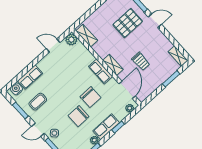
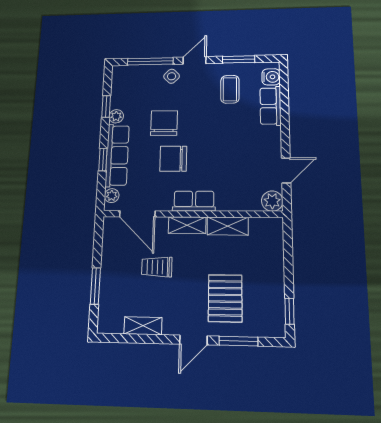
shelving: (87, 36) -> (228, 226), moved
shelving: (178, 56) -> (143, 326), moved
row of seats: (106, 127) -> (117, 155), width x1.48

